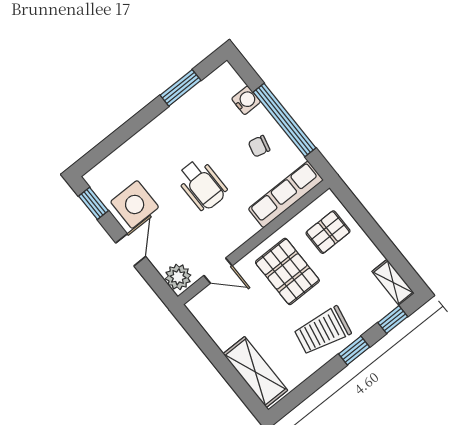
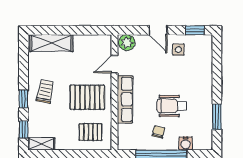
wheelchair: (202, 185) -> (172, 106), moved
row of seats: (286, 194) -> (125, 99), moved
side table: (135, 204) -> (178, 50), width x0.54, depth x0.54
pallet: (328, 232) -> (91, 132), turned 90
trolley: (322, 331) -> (45, 91), width x0.73, depth x0.72

